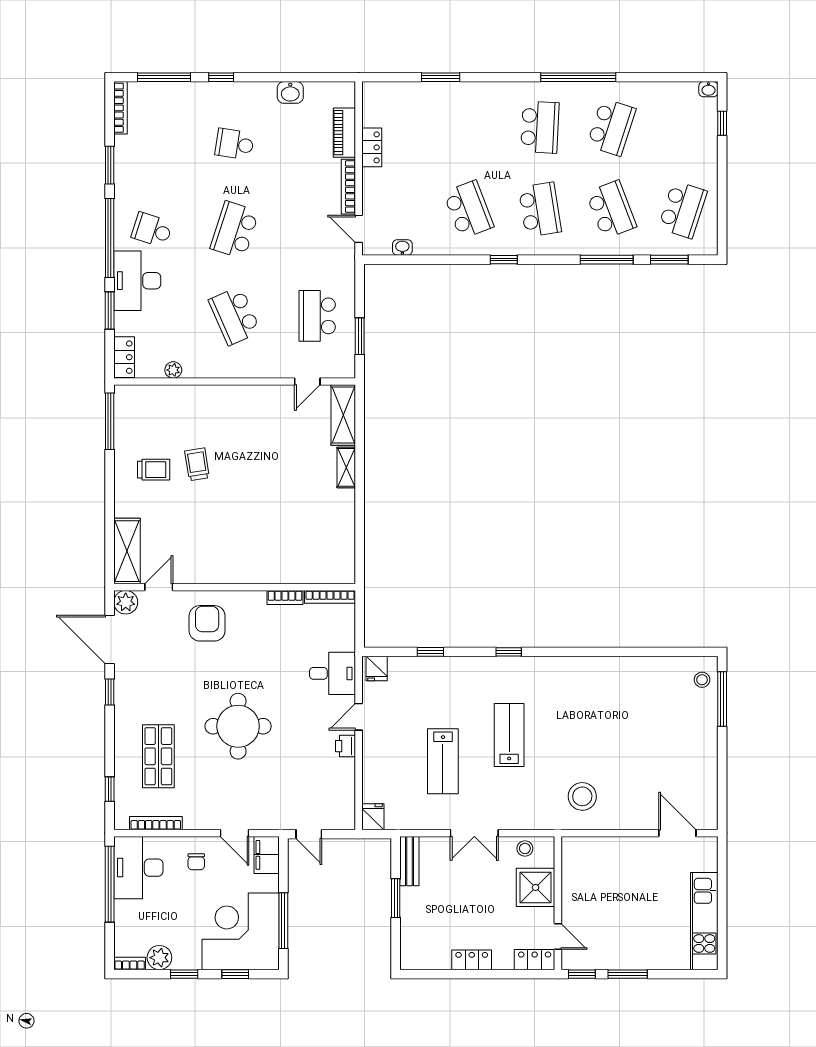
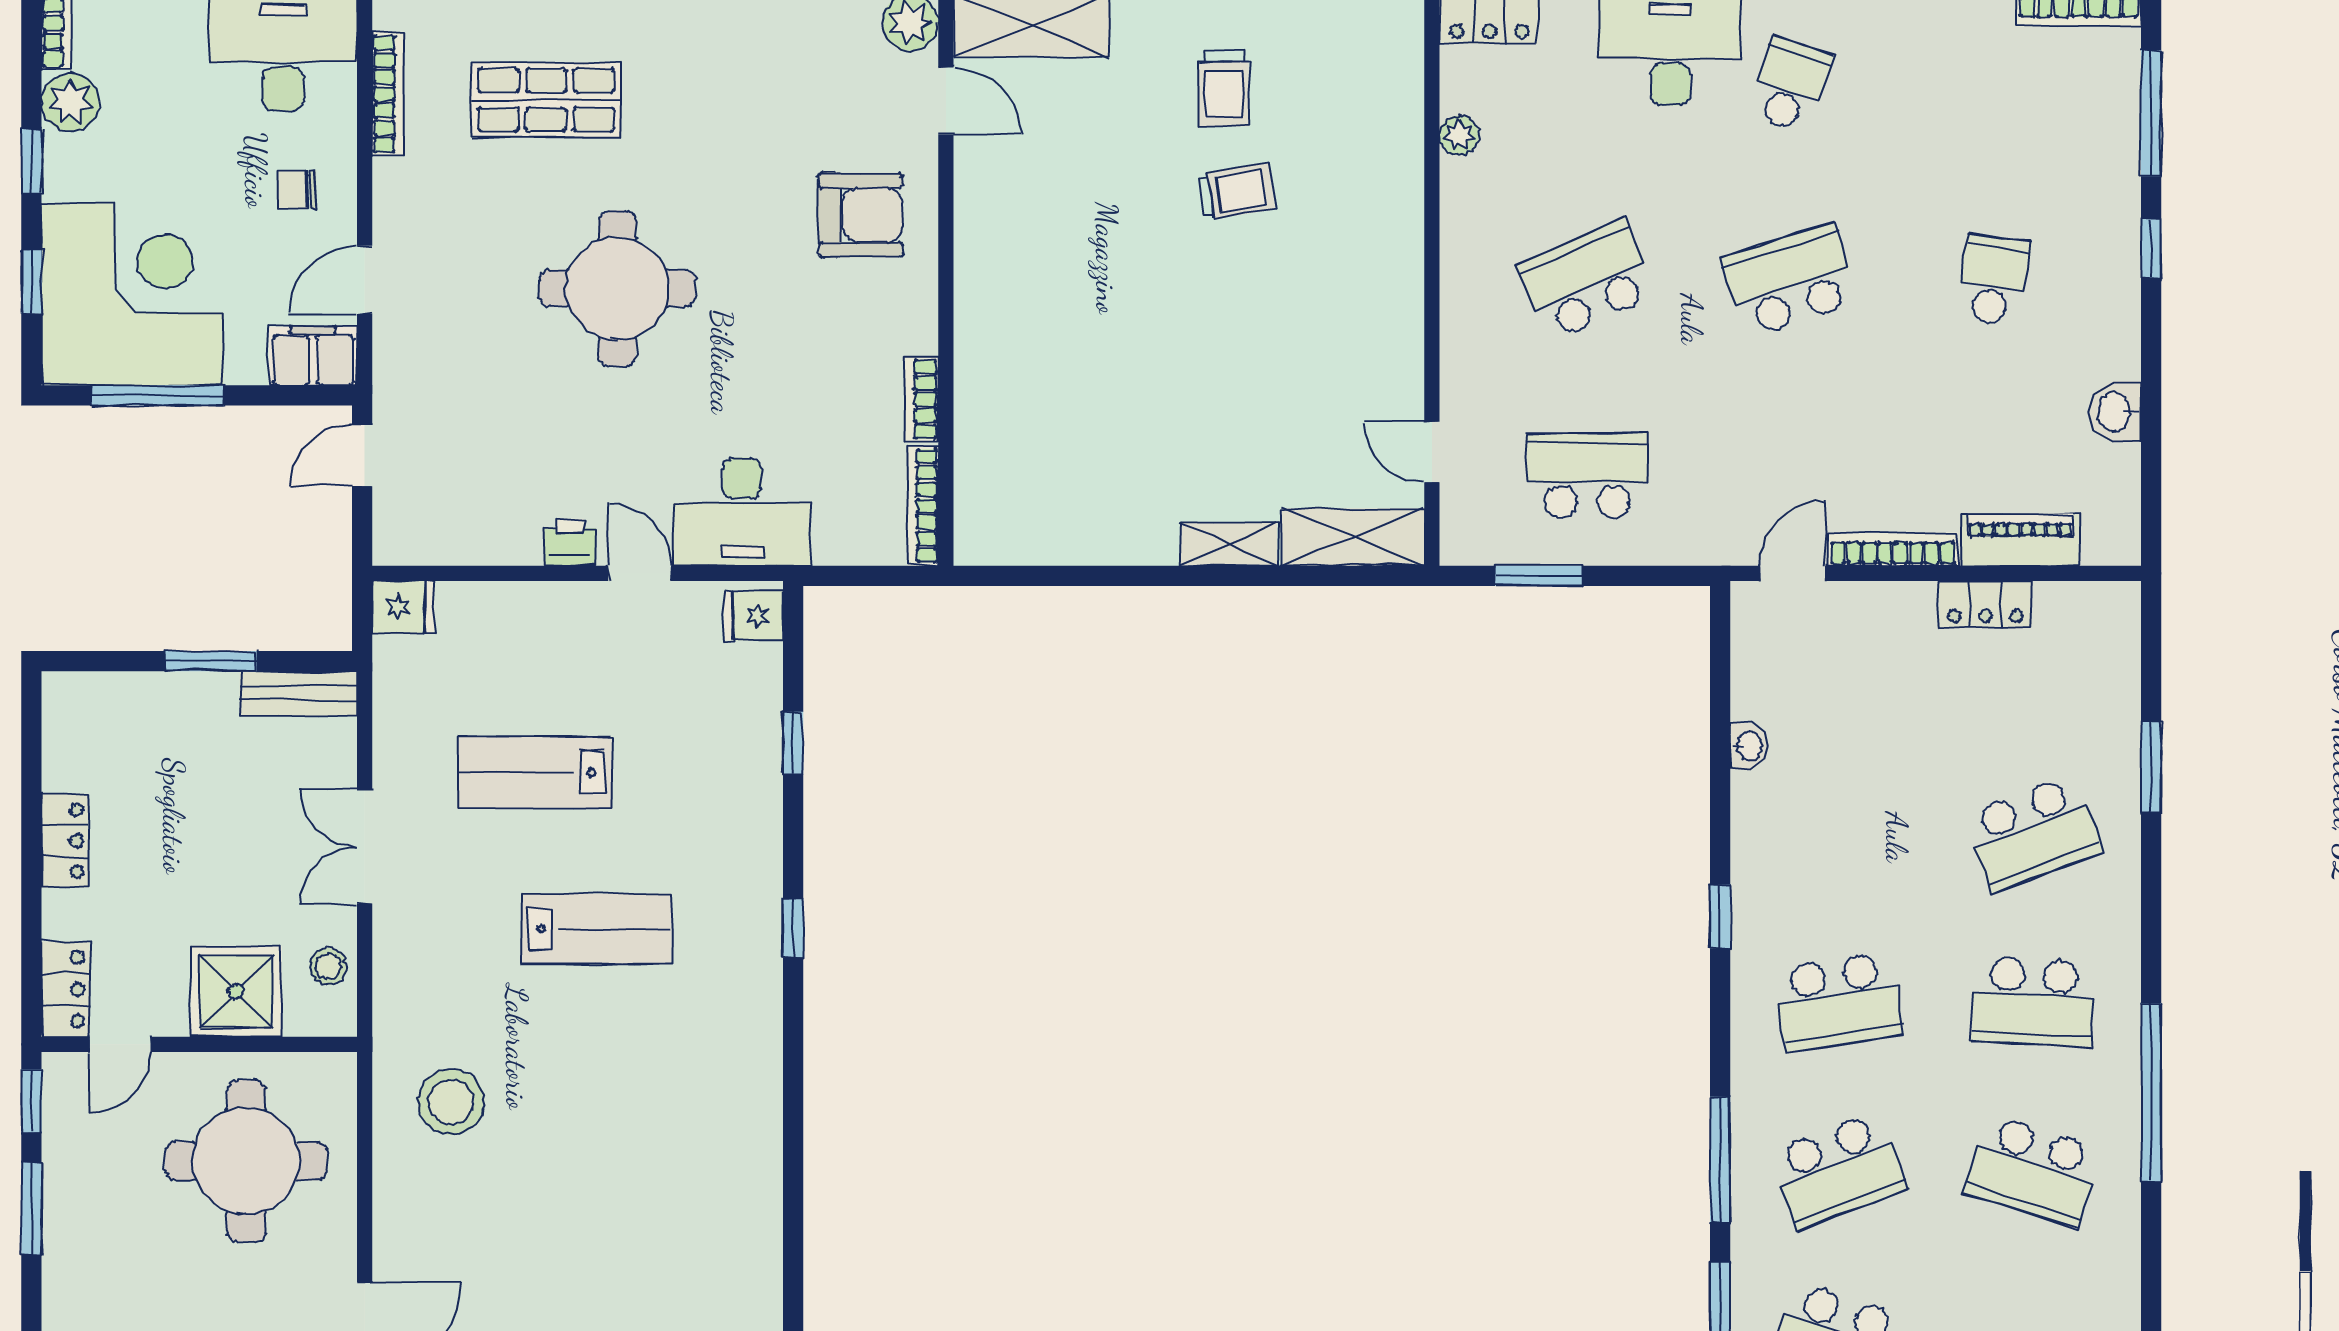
school desk: (469, 210) -> (2033, 833), moved
school desk: (235, 230) -> (1790, 280), turned -36
washbasin: (402, 247) -> (1749, 746), moved
desk: (333, 673) -> (742, 512), width x1.37
round table: (607, 883) -> (246, 1161), added

